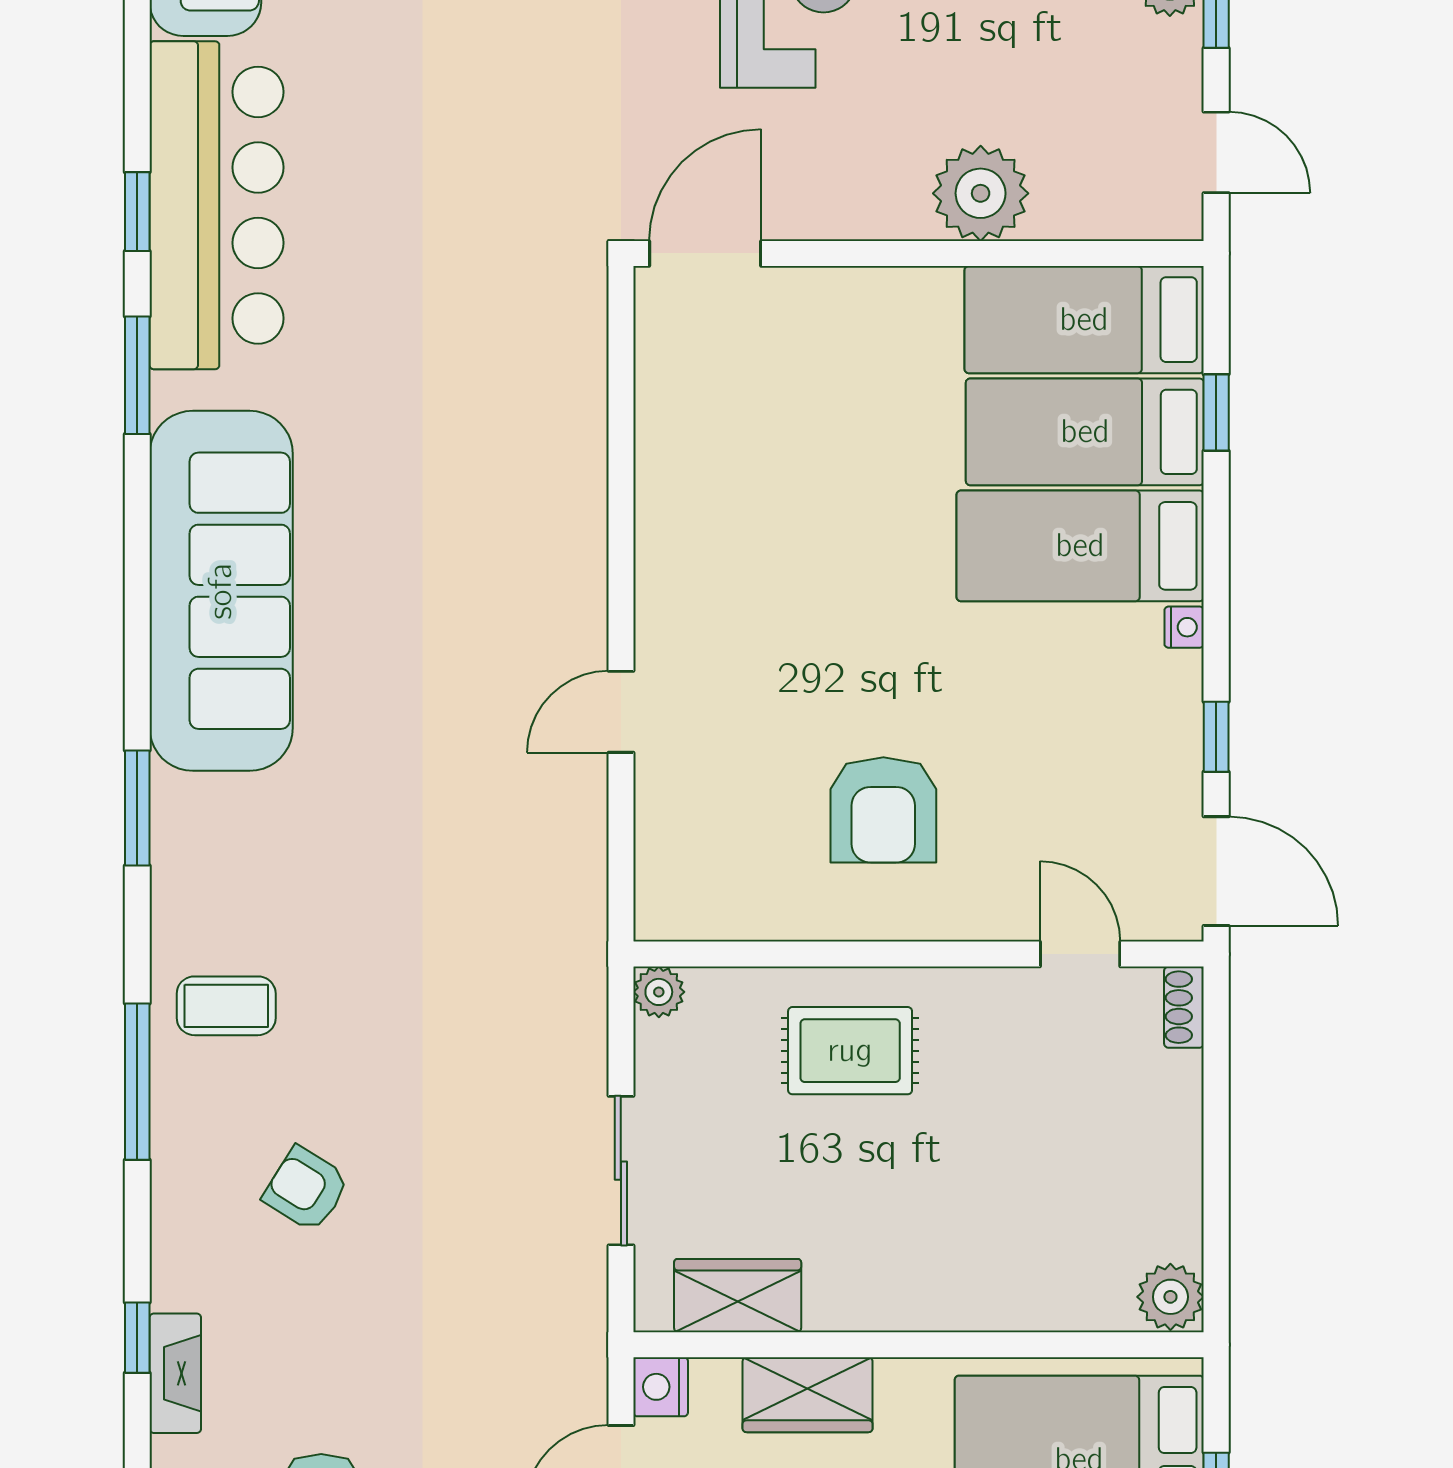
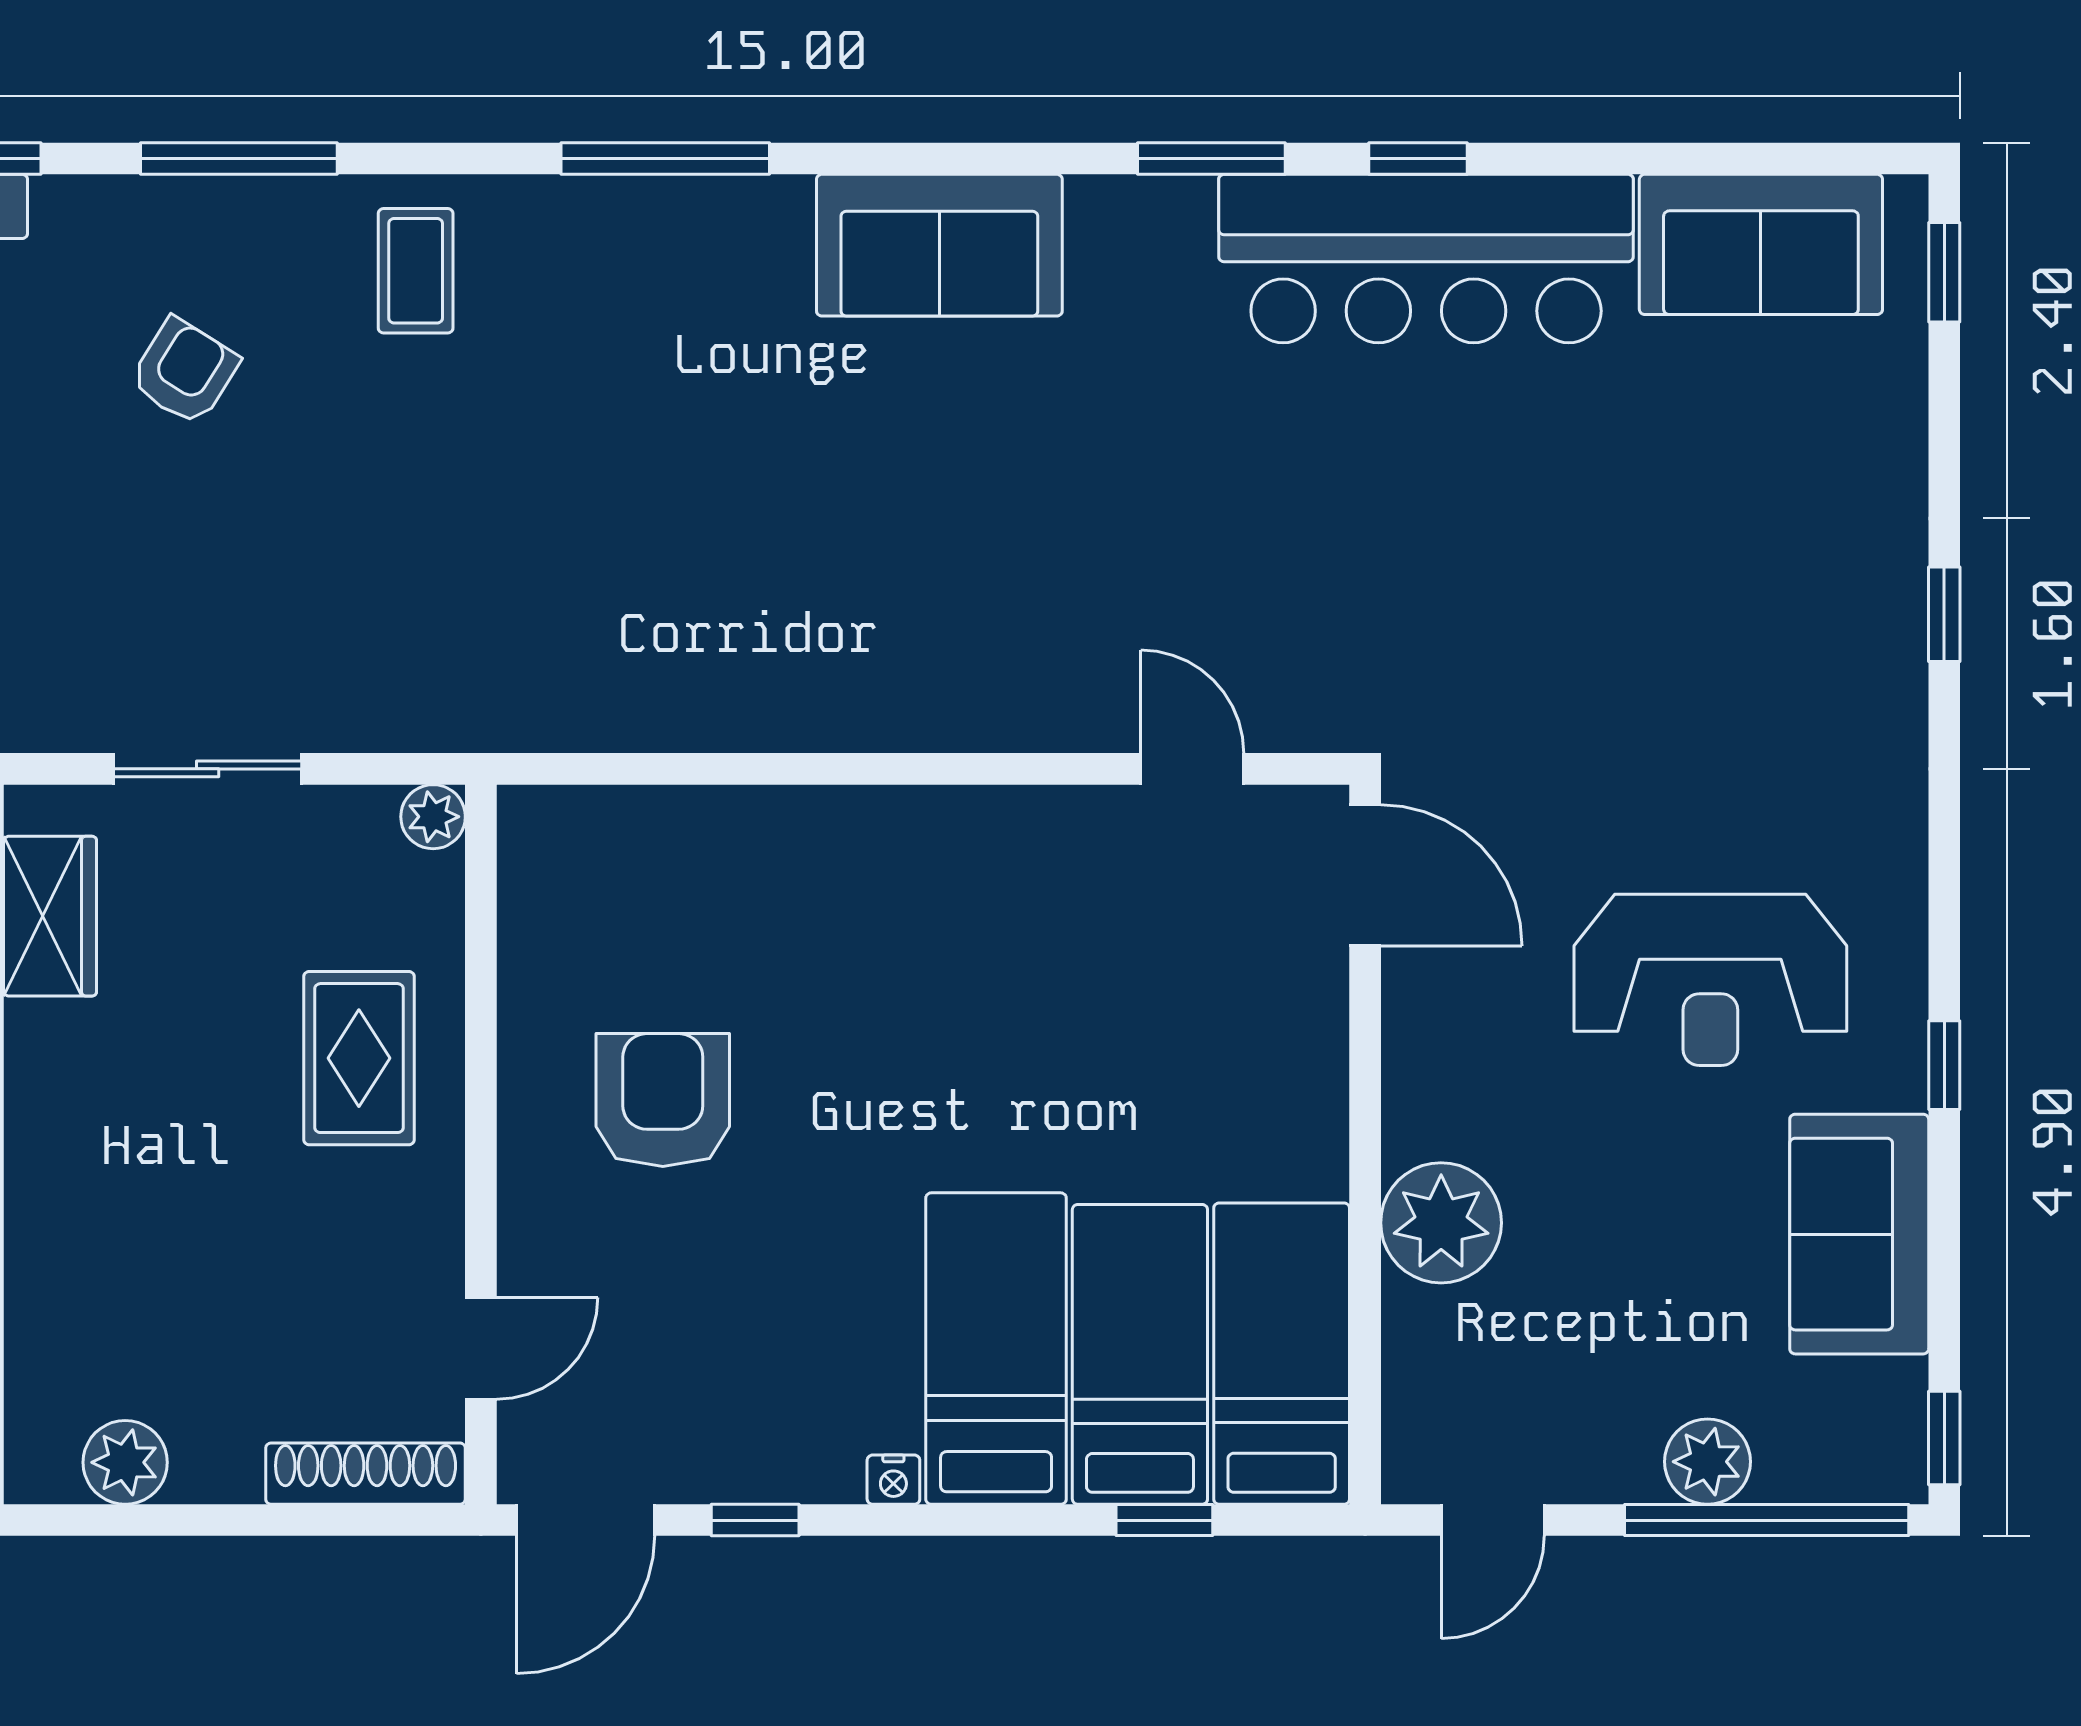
sofa: (221, 591) -> (939, 245), width x0.54, depth x0.79
door: (621, 712) -> (1192, 769), moved
window: (137, 808) -> (665, 159), width x1.44
armchair: (883, 810) -> (663, 1100), turned 90
shoe rack: (1184, 1007) -> (366, 1474), width x1.94, depth x1.24
window: (137, 1082) -> (239, 159), moved
plant: (1170, 1297) -> (125, 1462), moved

